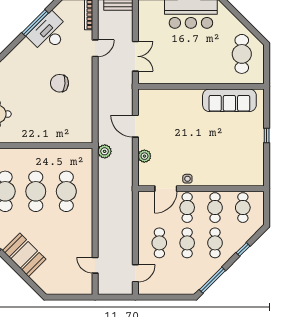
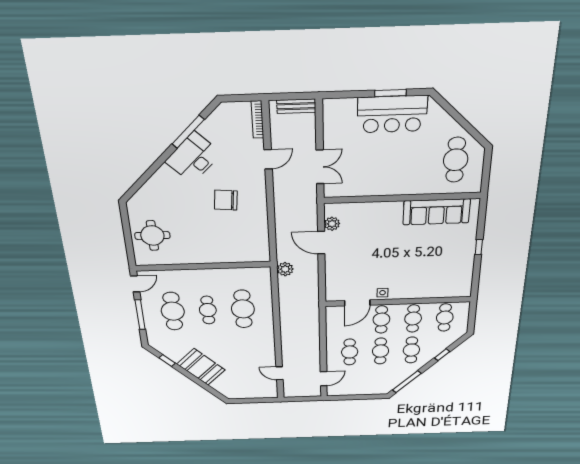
desk: (49, 33) -> (193, 158), moved
plant: (144, 156) -> (332, 224), moved
cafe table: (36, 191) -> (208, 310), width x0.73, depth x0.74

